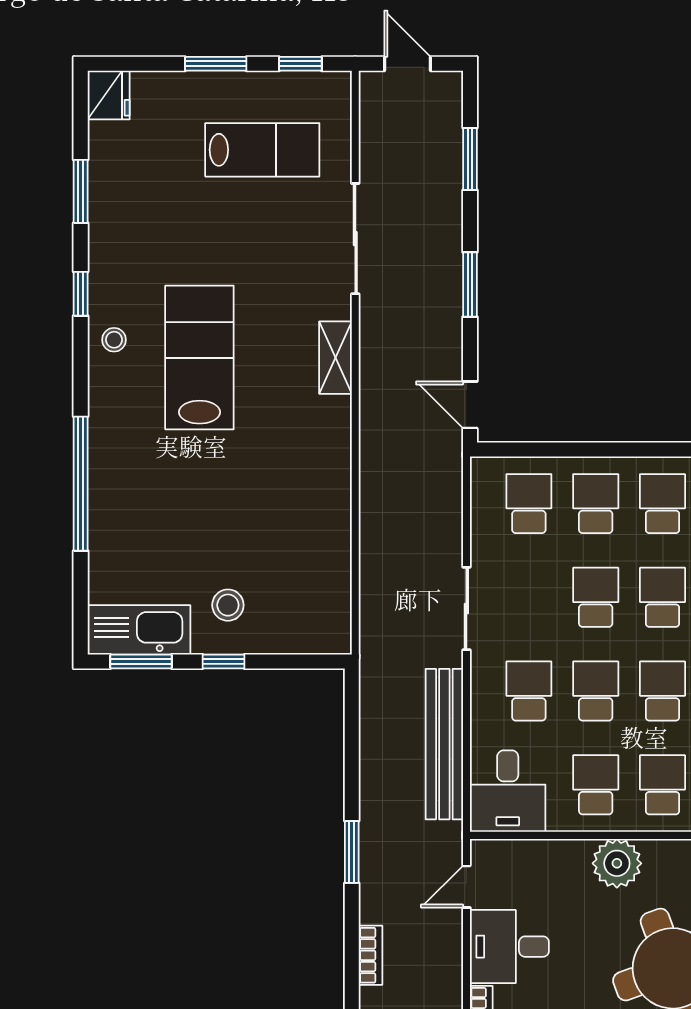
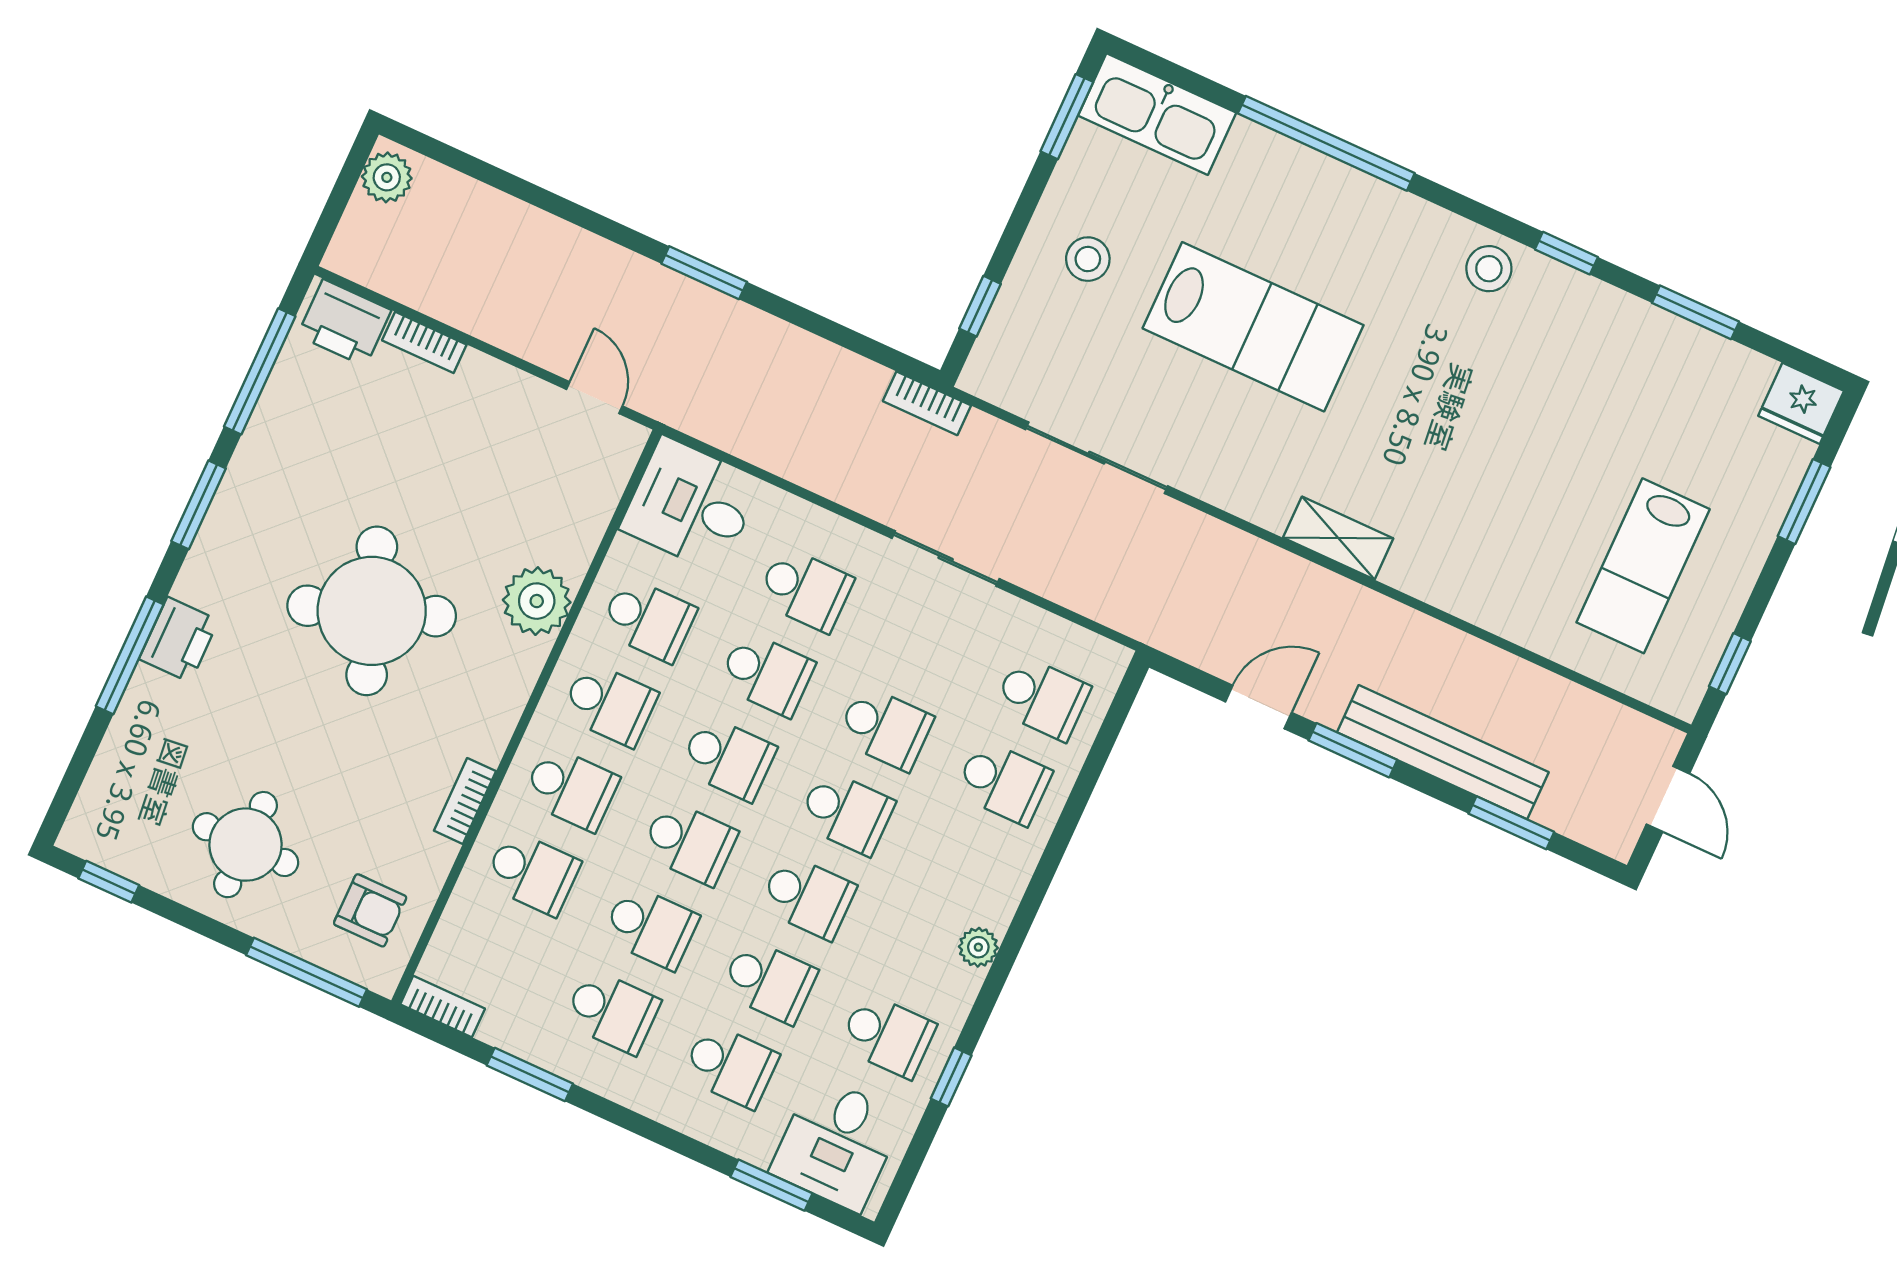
window: (216, 64) -> (1804, 502), moved
door: (407, 64) -> (1668, 799), hinge flipped
sliding door: (355, 239) -> (1097, 458), moved
stool: (114, 340) -> (1489, 269), width x1.37, depth x1.37
lab bench: (199, 357) -> (1253, 327), moved
door: (470, 405) -> (1259, 707), moved
school desk: (662, 504) -> (965, 867), removed
kitchen sink: (139, 630) -> (1157, 114), moved, turned 90
window: (223, 662) -> (980, 306), moved
bench: (444, 744) -> (1443, 752), moved
desk: (509, 947) -> (494, 417), removed
bookcase: (371, 955) -> (927, 403), moved

